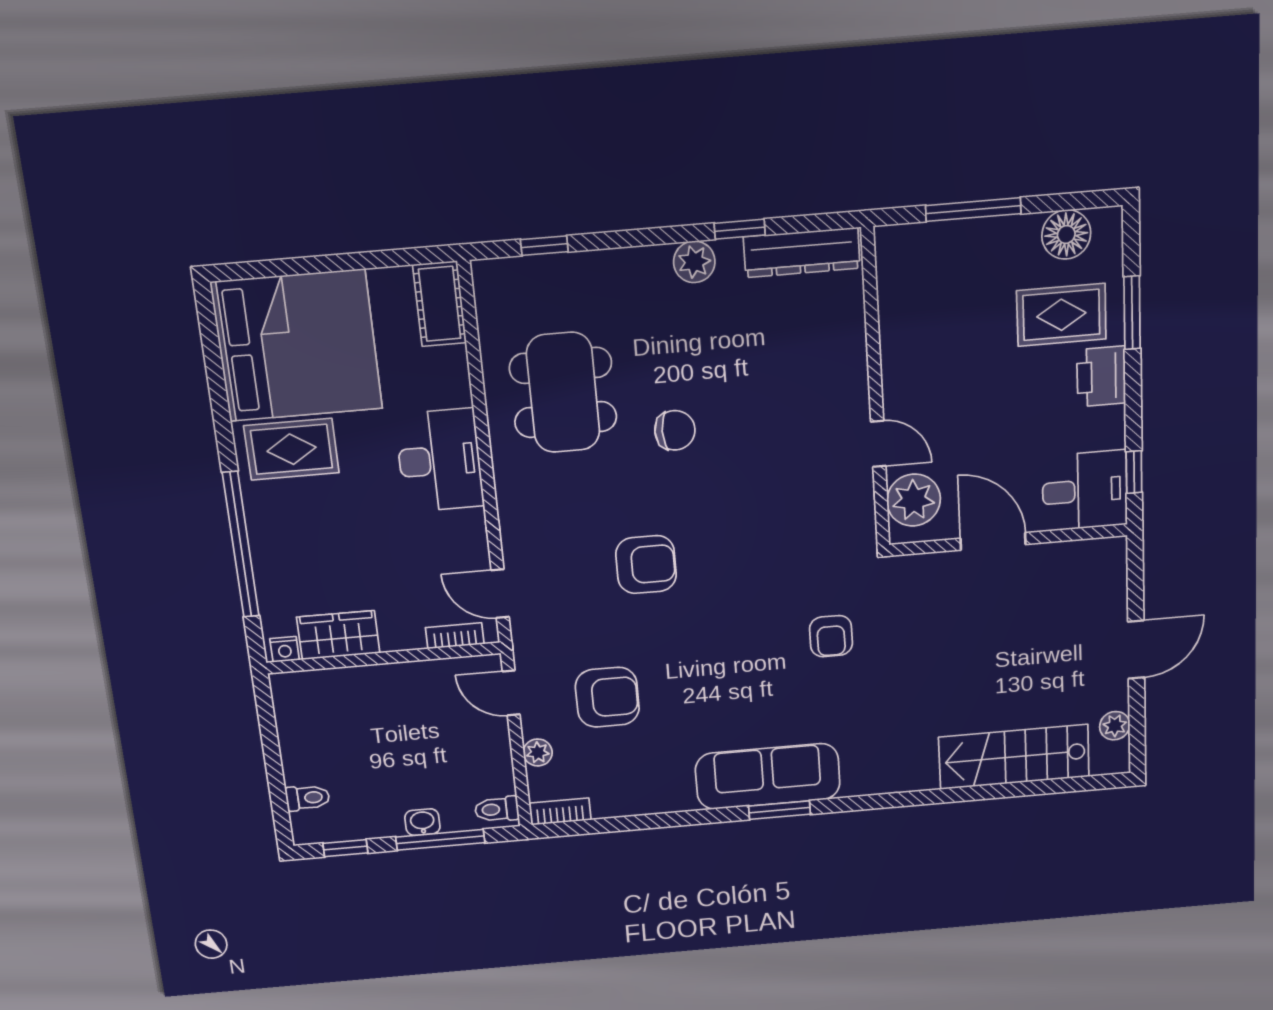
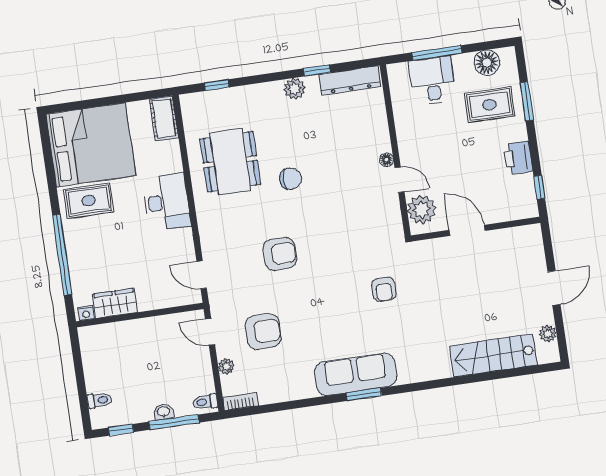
printer: (1101, 376) -> (518, 158), moved
floor lamp: (858, 406) -> (387, 160), added
desk: (1085, 491) -> (432, 81), moved, turned -90
bookcase: (455, 636) -> (178, 300), removed

